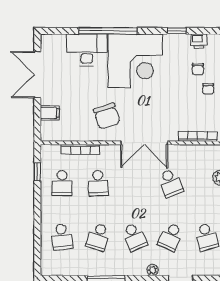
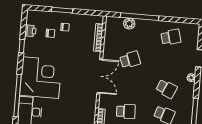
chair: (107, 116) -> (78, 101), removed
school desk: (134, 237) -> (166, 89), turned 48
school desk: (171, 237) -> (169, 63), removed

